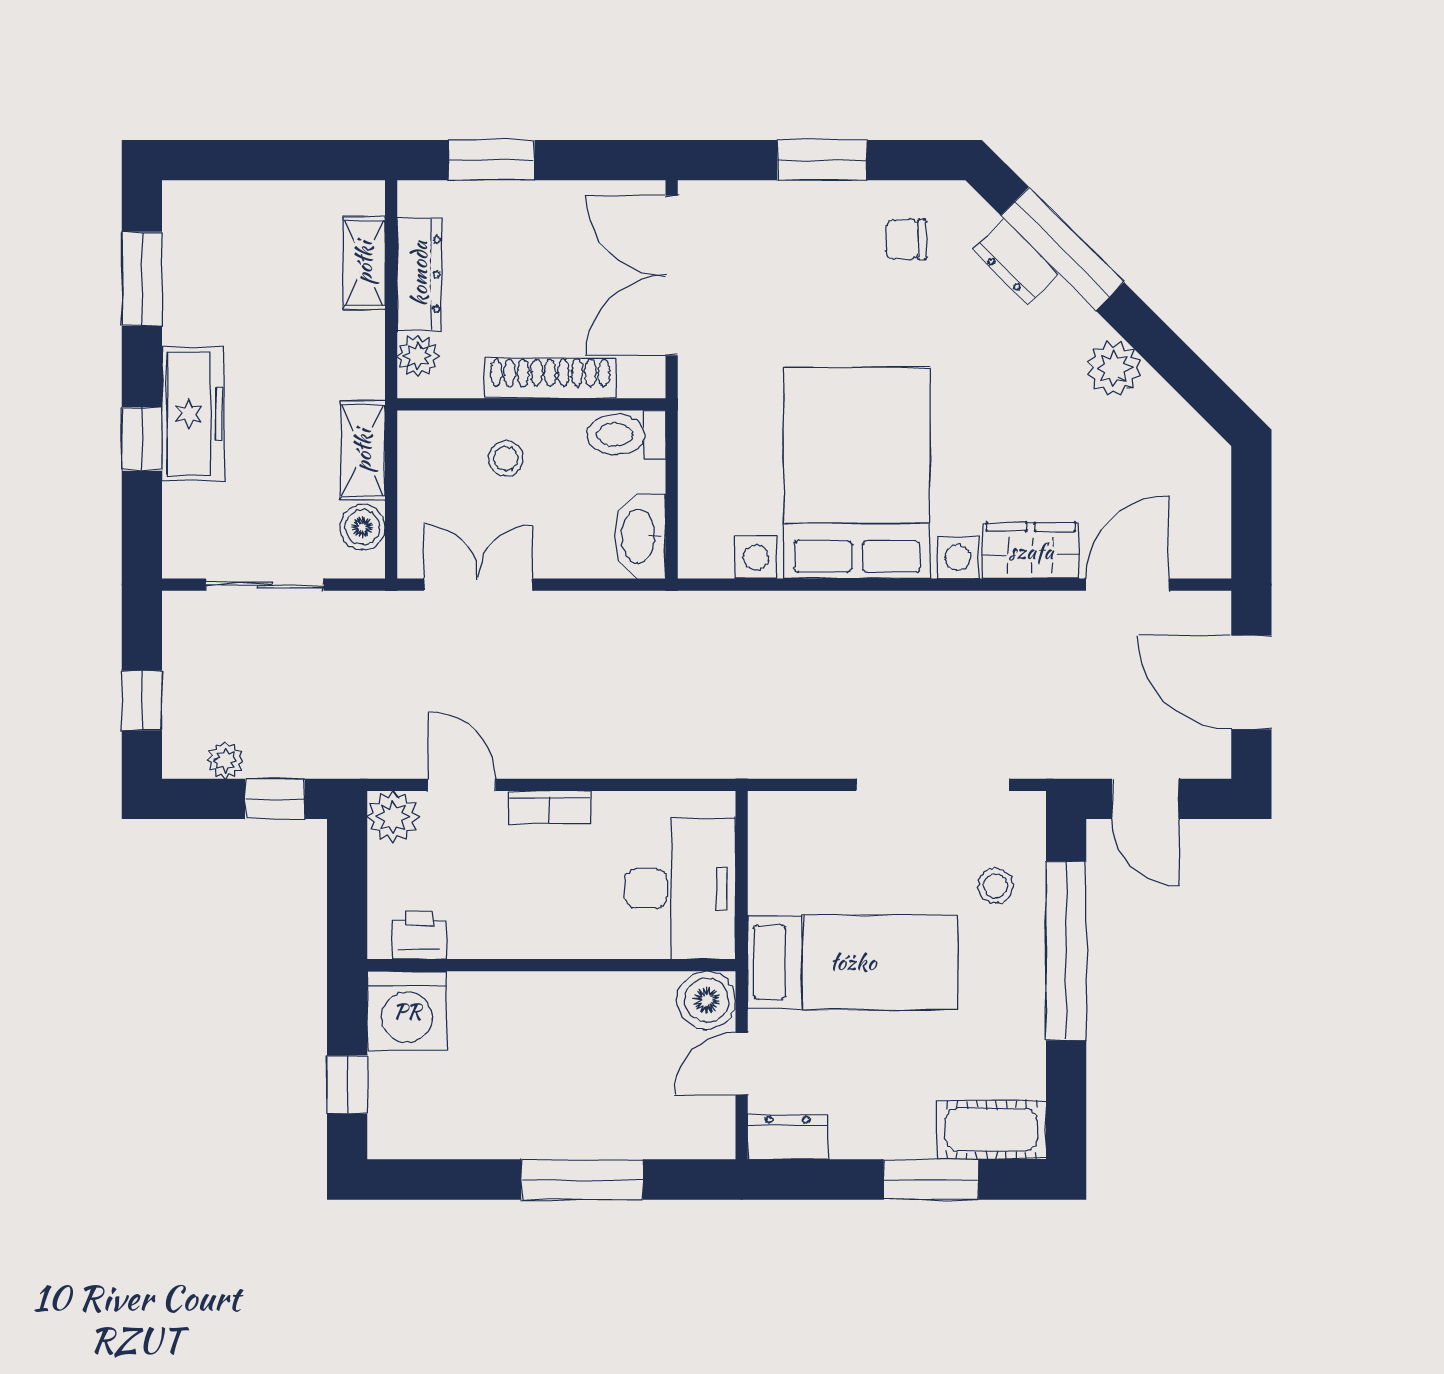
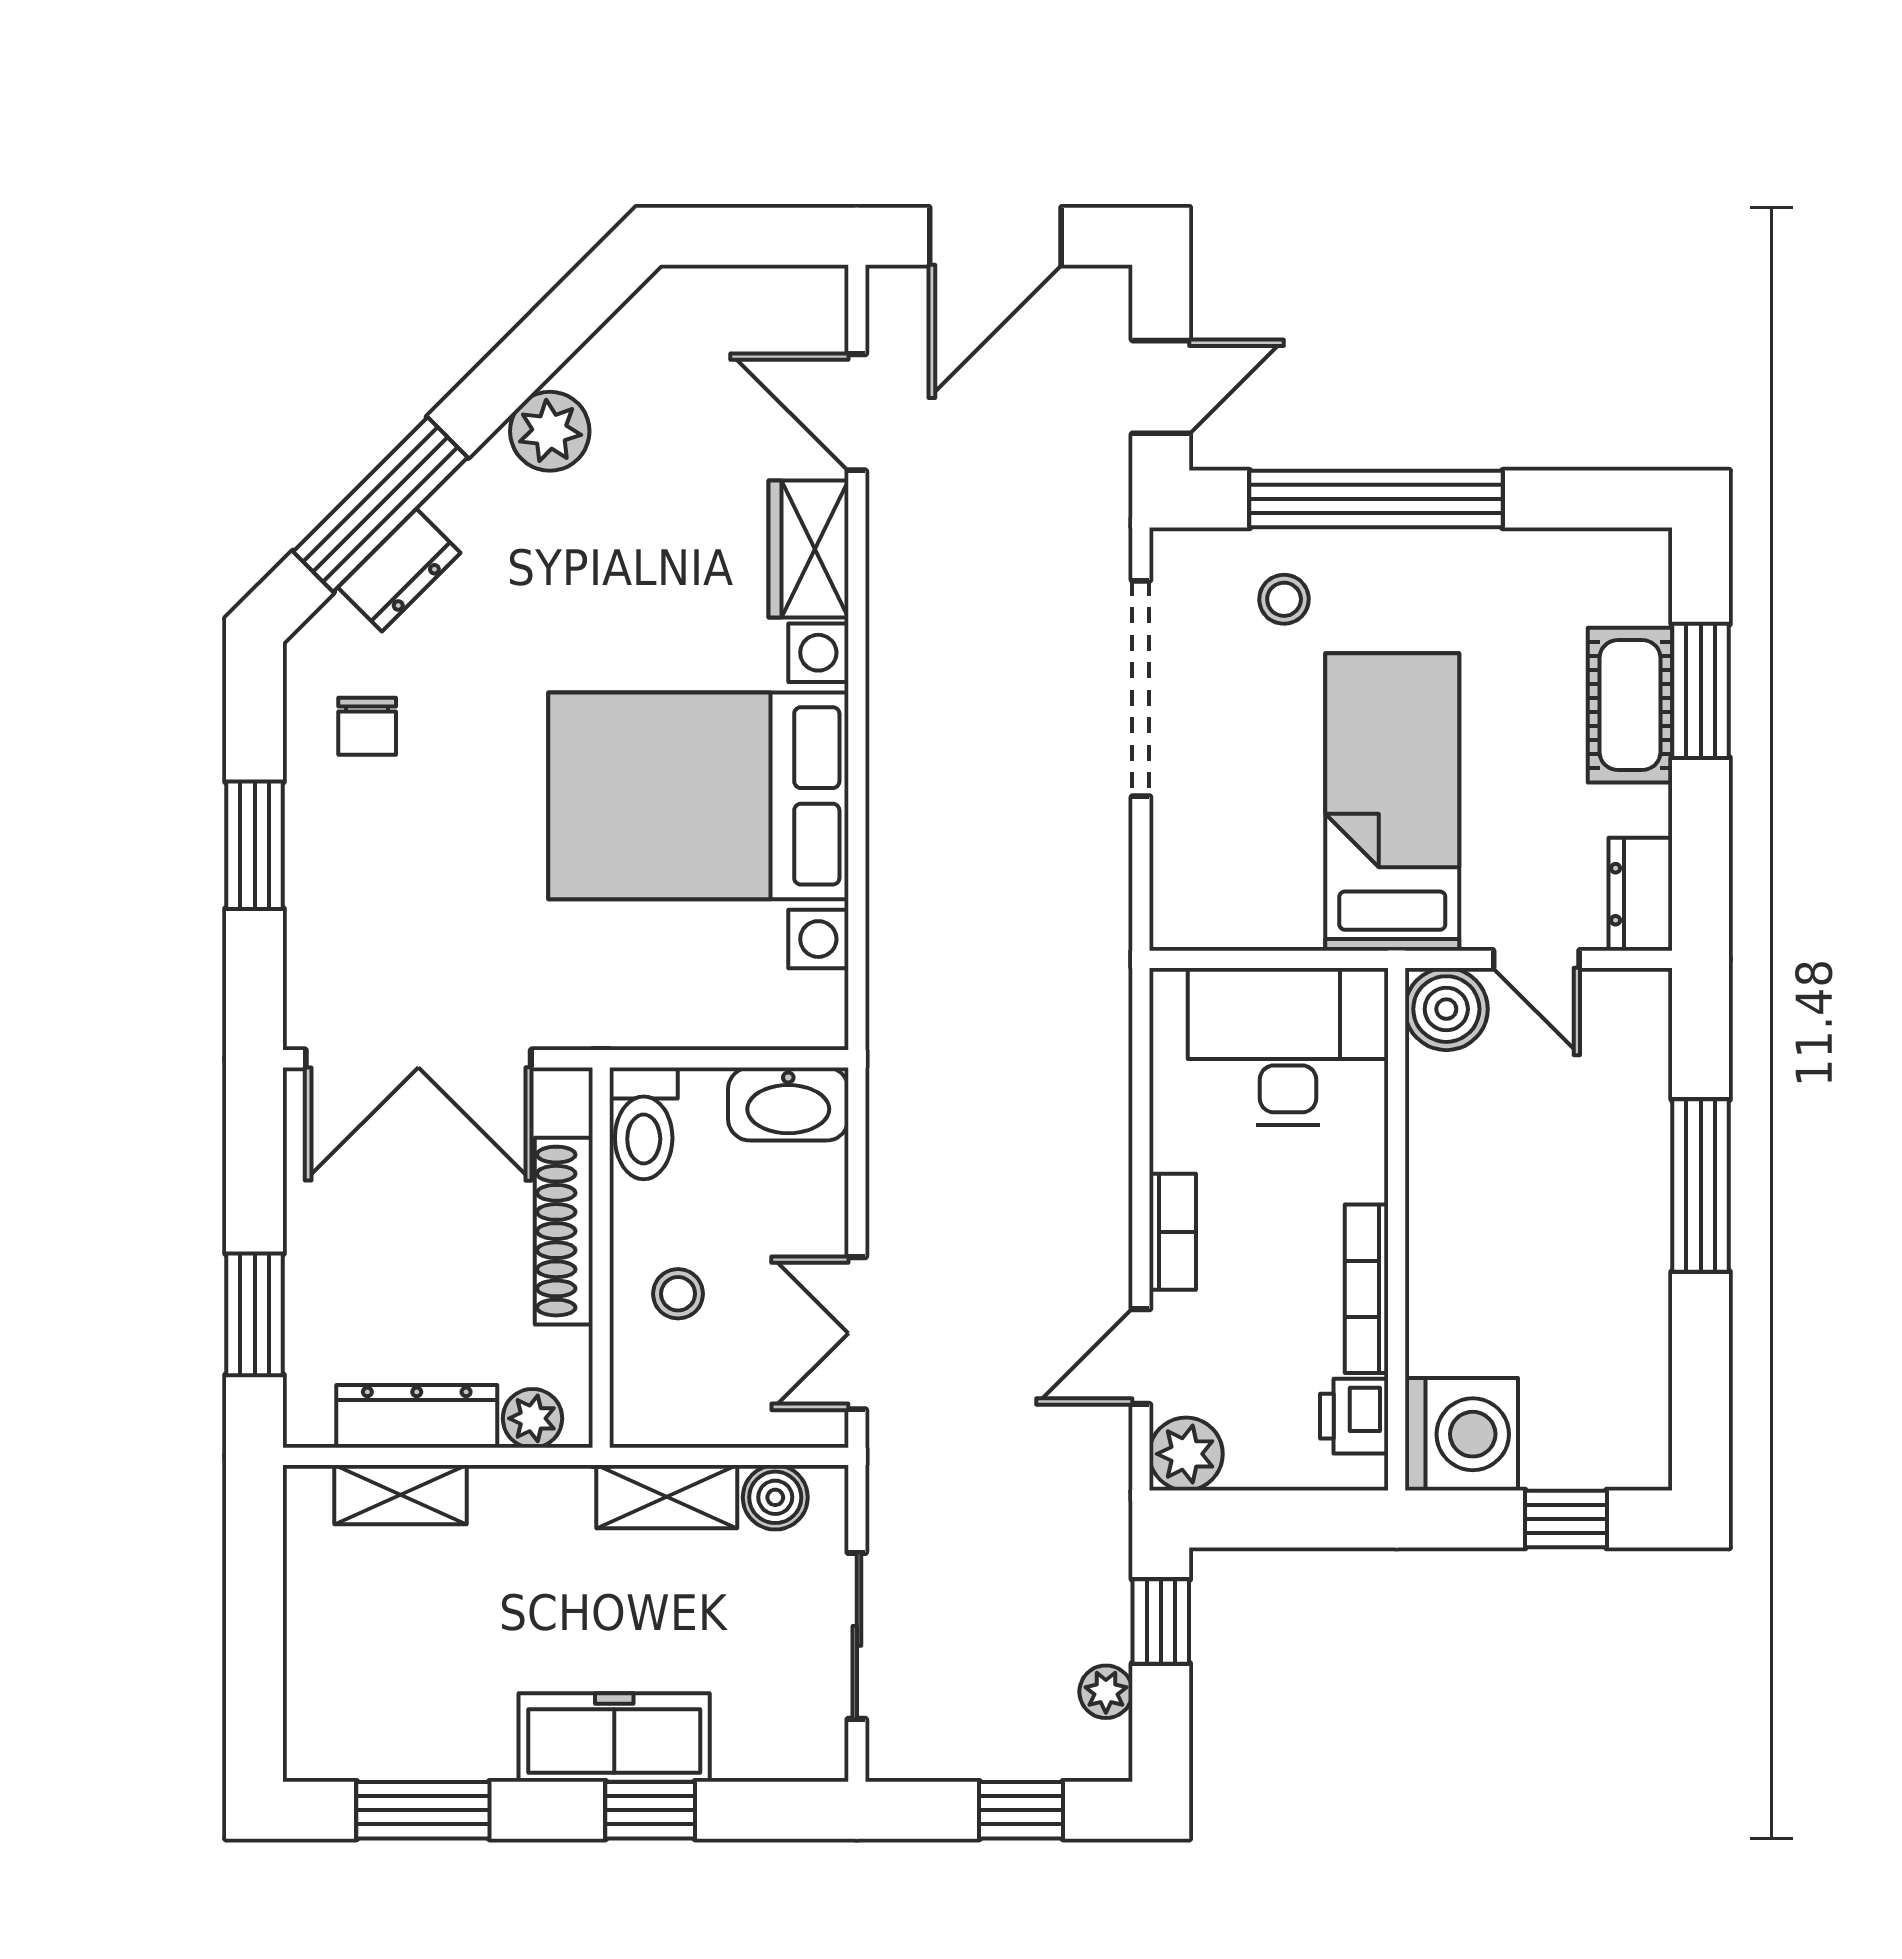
bookcase: (509, 944) -> (1366, 1289), added
cot: (992, 1130) -> (1630, 705), moved

